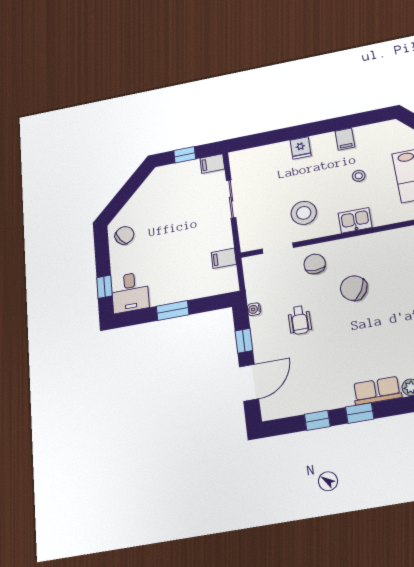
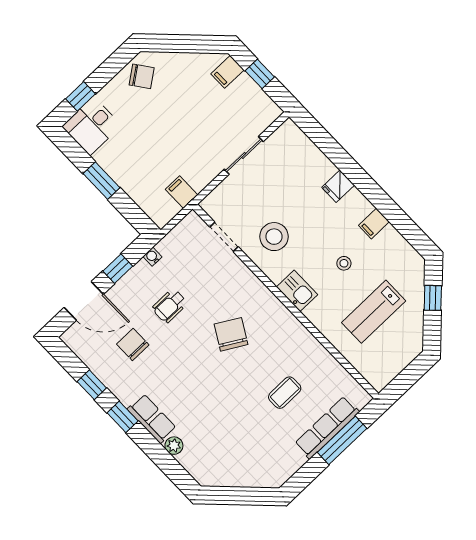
filing cabinet: (212, 164) -> (227, 72), moved, turned -90
chair: (315, 264) -> (133, 345), moved, turned -90

